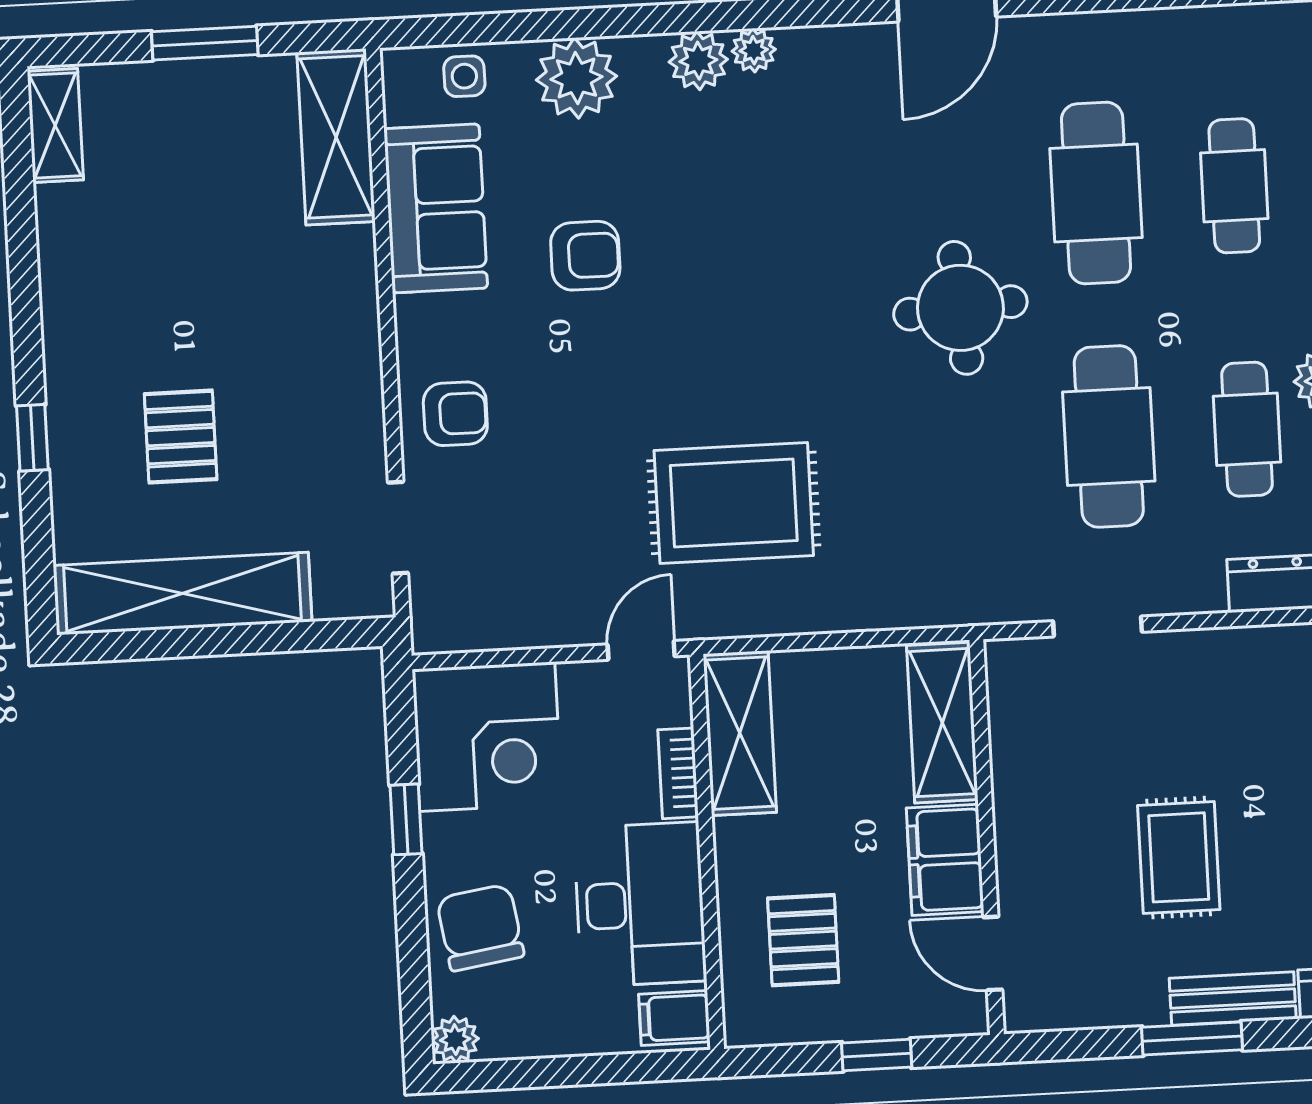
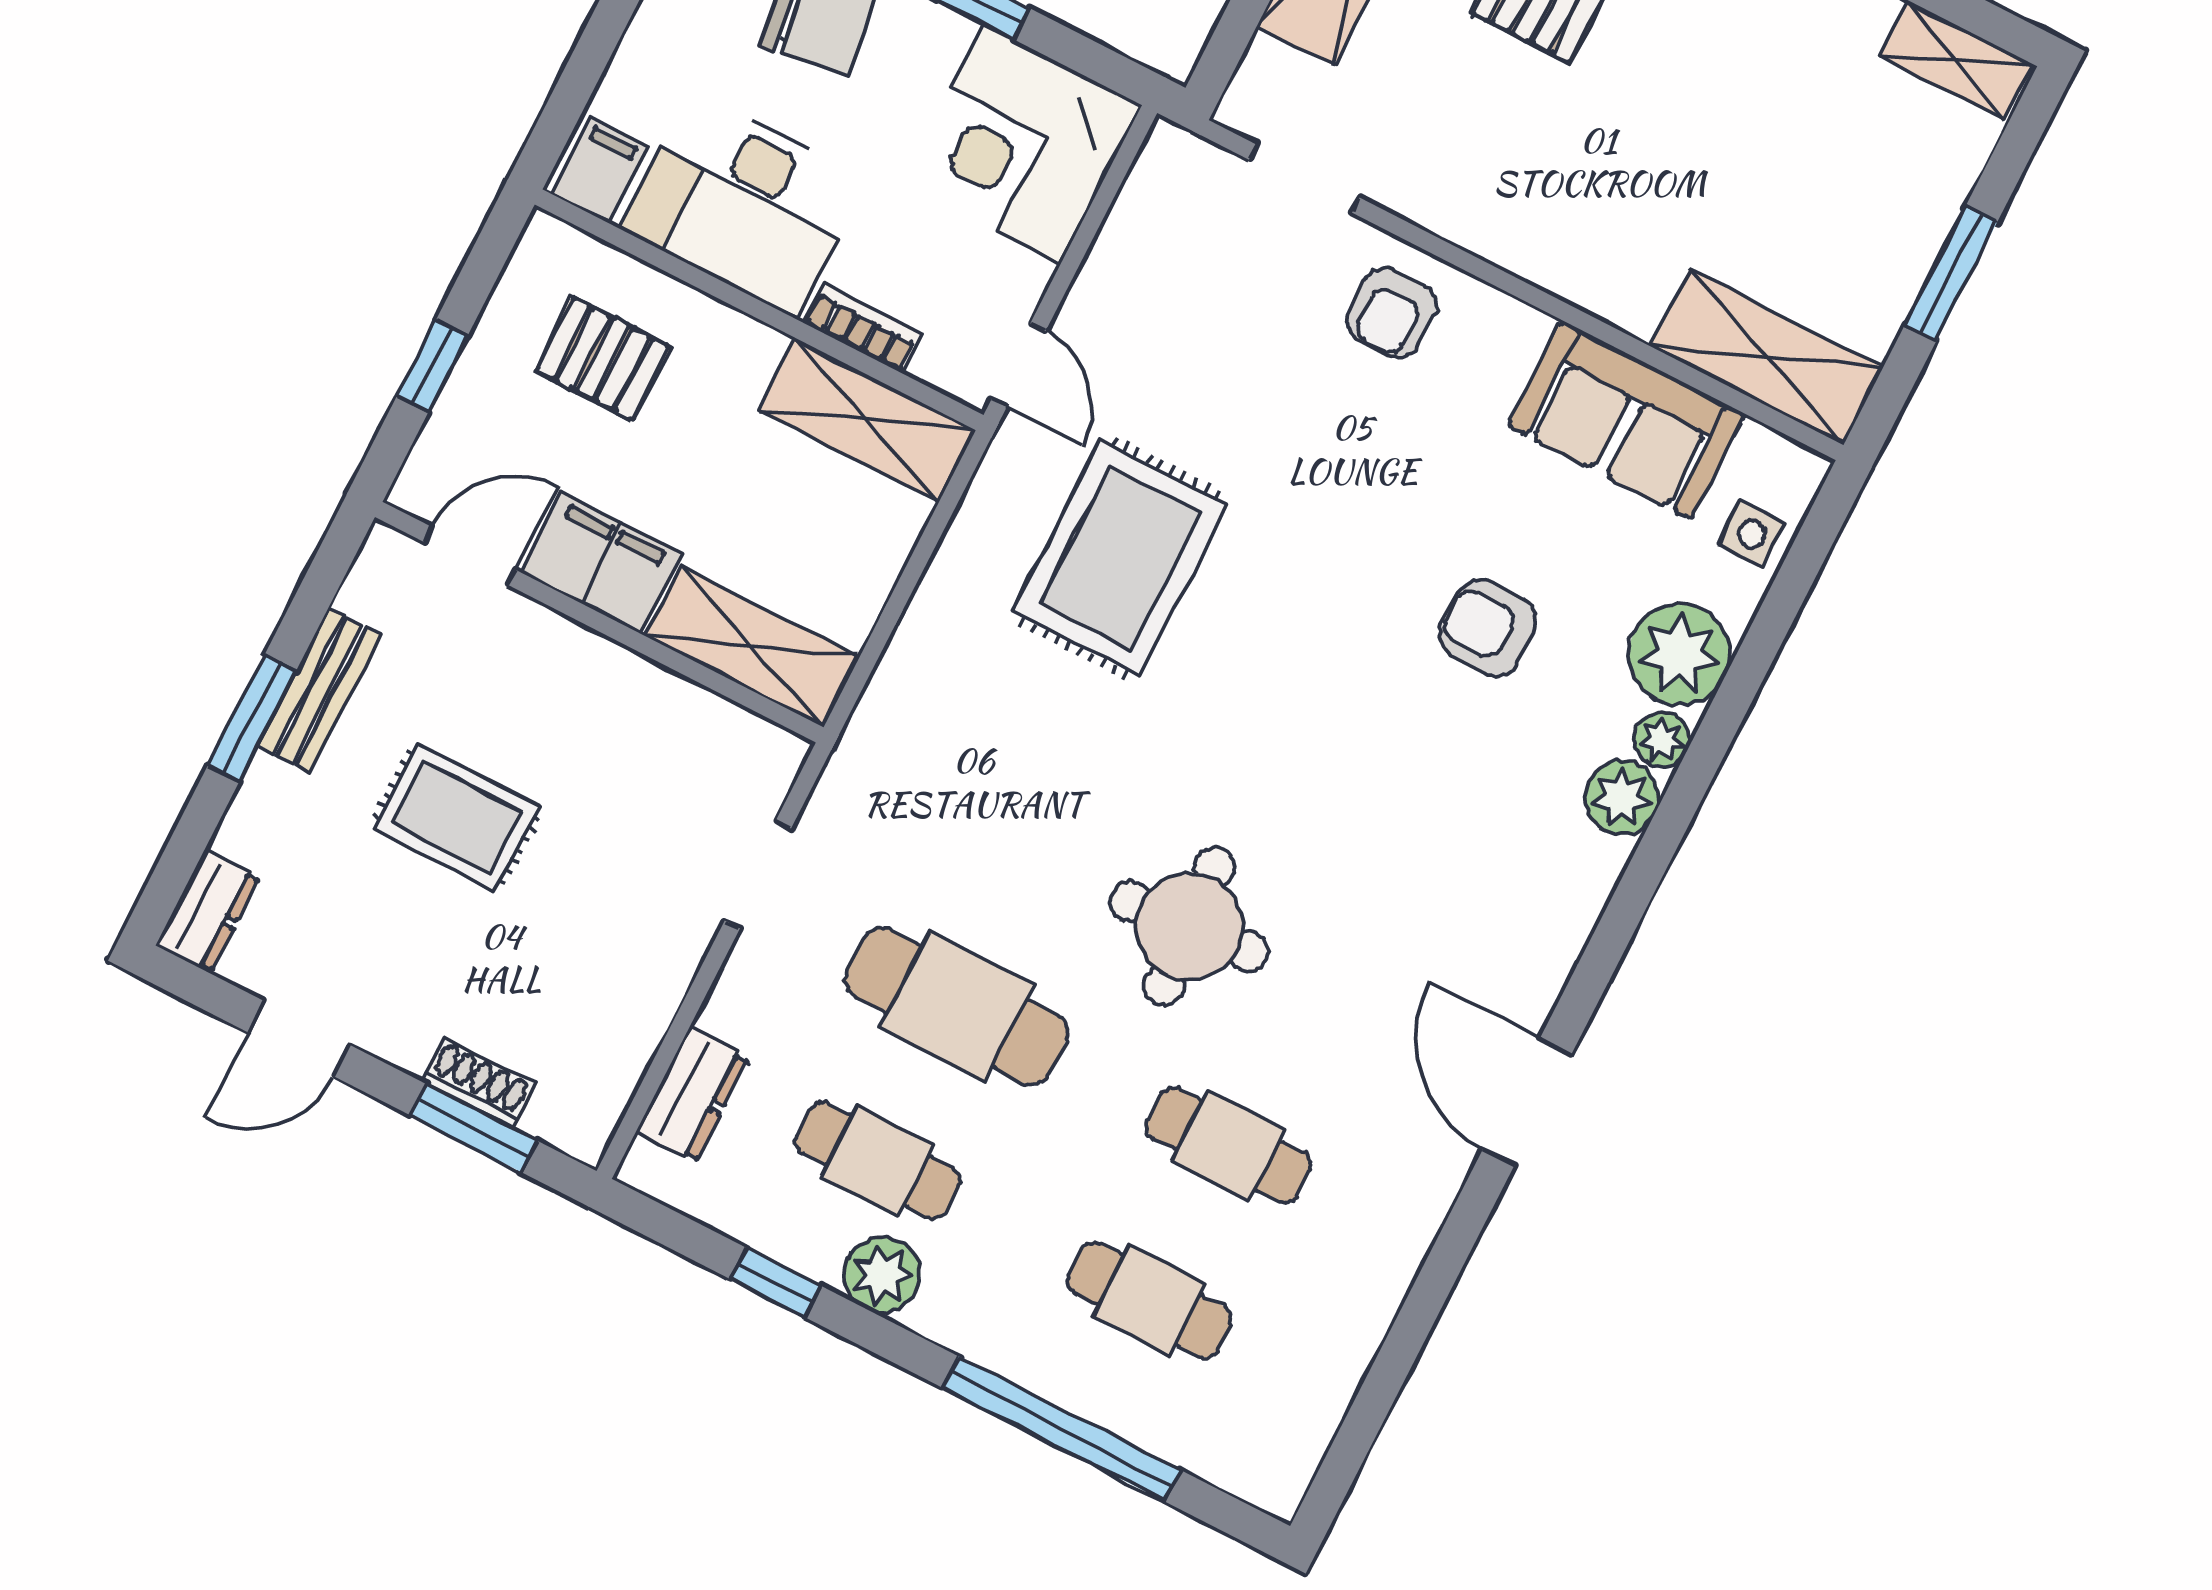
plant: (754, 50) -> (1662, 740), moved
cafe table: (1096, 193) -> (1228, 1145), width x0.73, depth x0.74
armchair: (585, 256) -> (1488, 628), moved, turned 90
bench: (1233, 999) -> (319, 691), moved

